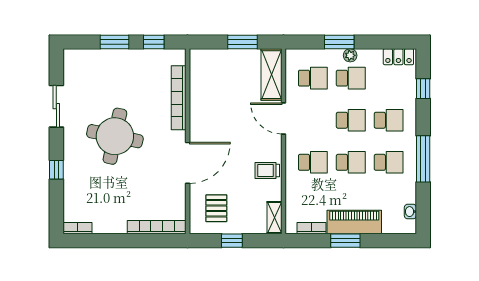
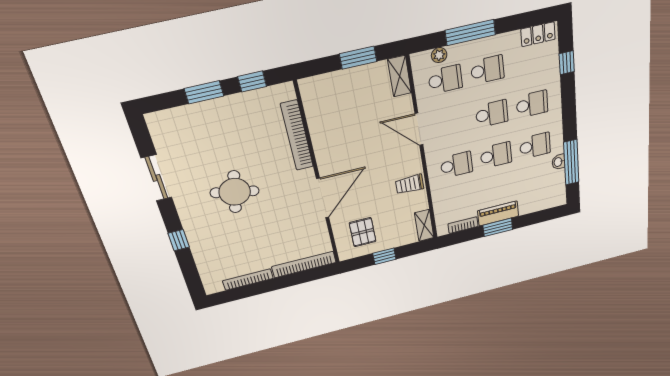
window: (339, 42) -> (470, 33), width x1.44
plant: (350, 55) -> (439, 55), moved
shelving: (271, 75) -> (399, 76), width x0.67, depth x0.75
round table: (115, 136) -> (235, 192), width x0.73, depth x0.73
window: (423, 159) -> (571, 162), moved
washbasin: (410, 212) -> (558, 162), moved
piano: (354, 222) -> (498, 213), width x0.73, depth x0.75
bookcase: (77, 228) -> (248, 280), moved, width x1.56

